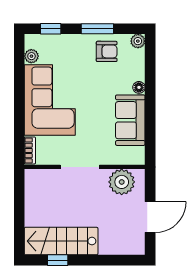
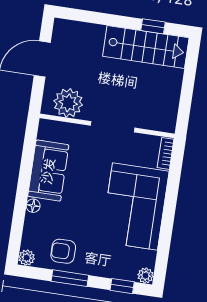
plant: (31, 56) -> (146, 276), moved

